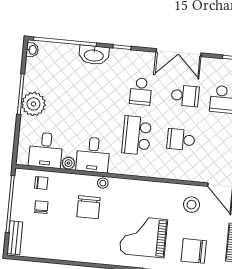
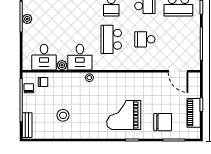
plant: (33, 104) -> (27, 19), width x0.53, depth x0.53
stool: (192, 205) -> (63, 115), moved
chair: (41, 207) -> (29, 88), moved
chair: (89, 207) -> (80, 97), removed
chair: (194, 251) -> (163, 122), turned 180

